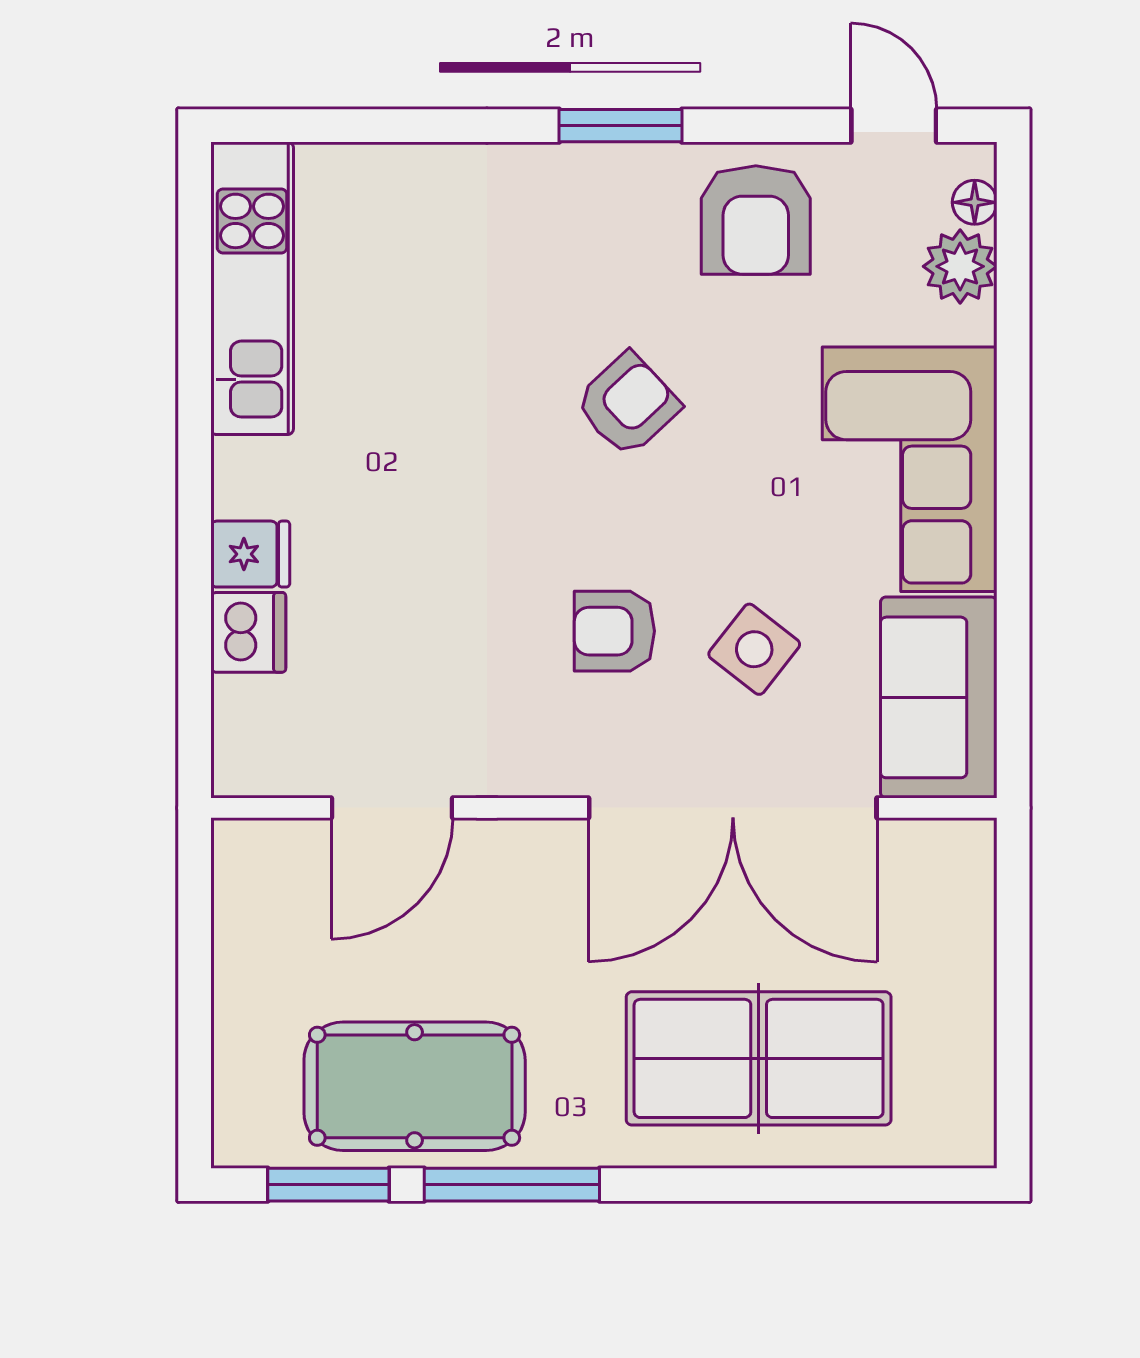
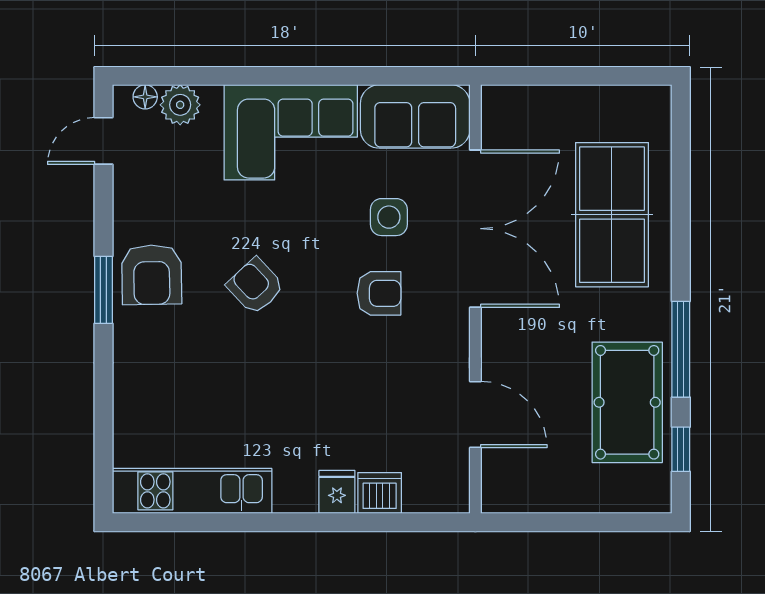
armchair: (756, 220) -> (152, 275), moved, turned 89
armchair: (614, 631) -> (379, 293), turned -90
side table: (754, 649) -> (389, 217), turned -38
window: (328, 1185) -> (681, 449), width x0.67

